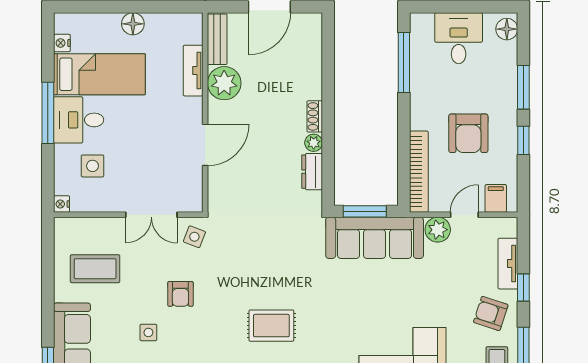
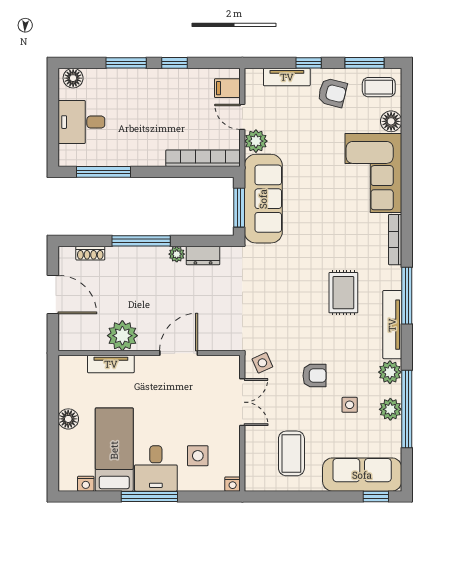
bench: (217, 39) -> (82, 342), removed
window: (328, 104) -> (141, 241), added
shoe rack: (315, 116) -> (90, 253), moved
armchair: (468, 133) -> (168, 113), removed
door: (205, 145) -> (179, 353), hinge flipped
side table: (194, 237) -> (262, 363), turned 45
armchair: (491, 313) -> (332, 93), turned -94

